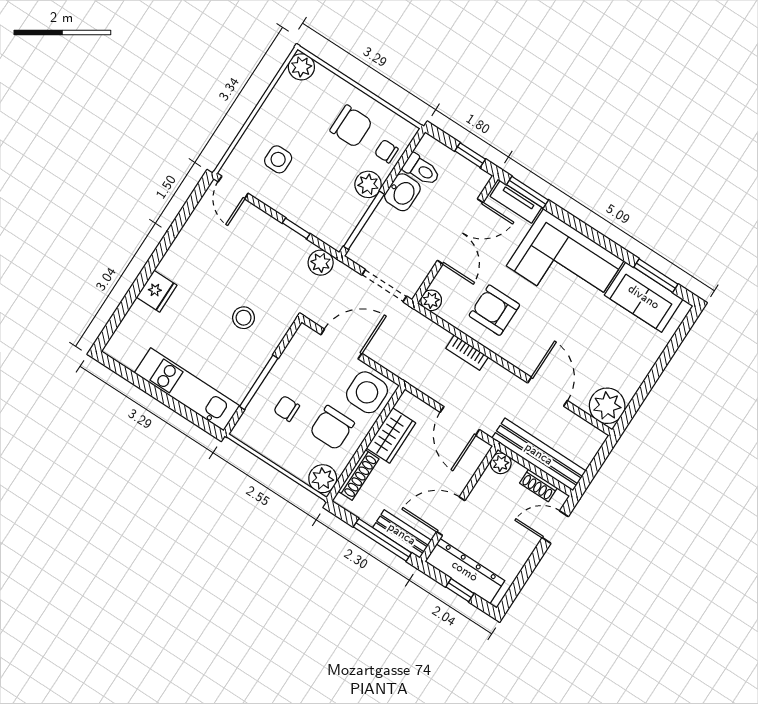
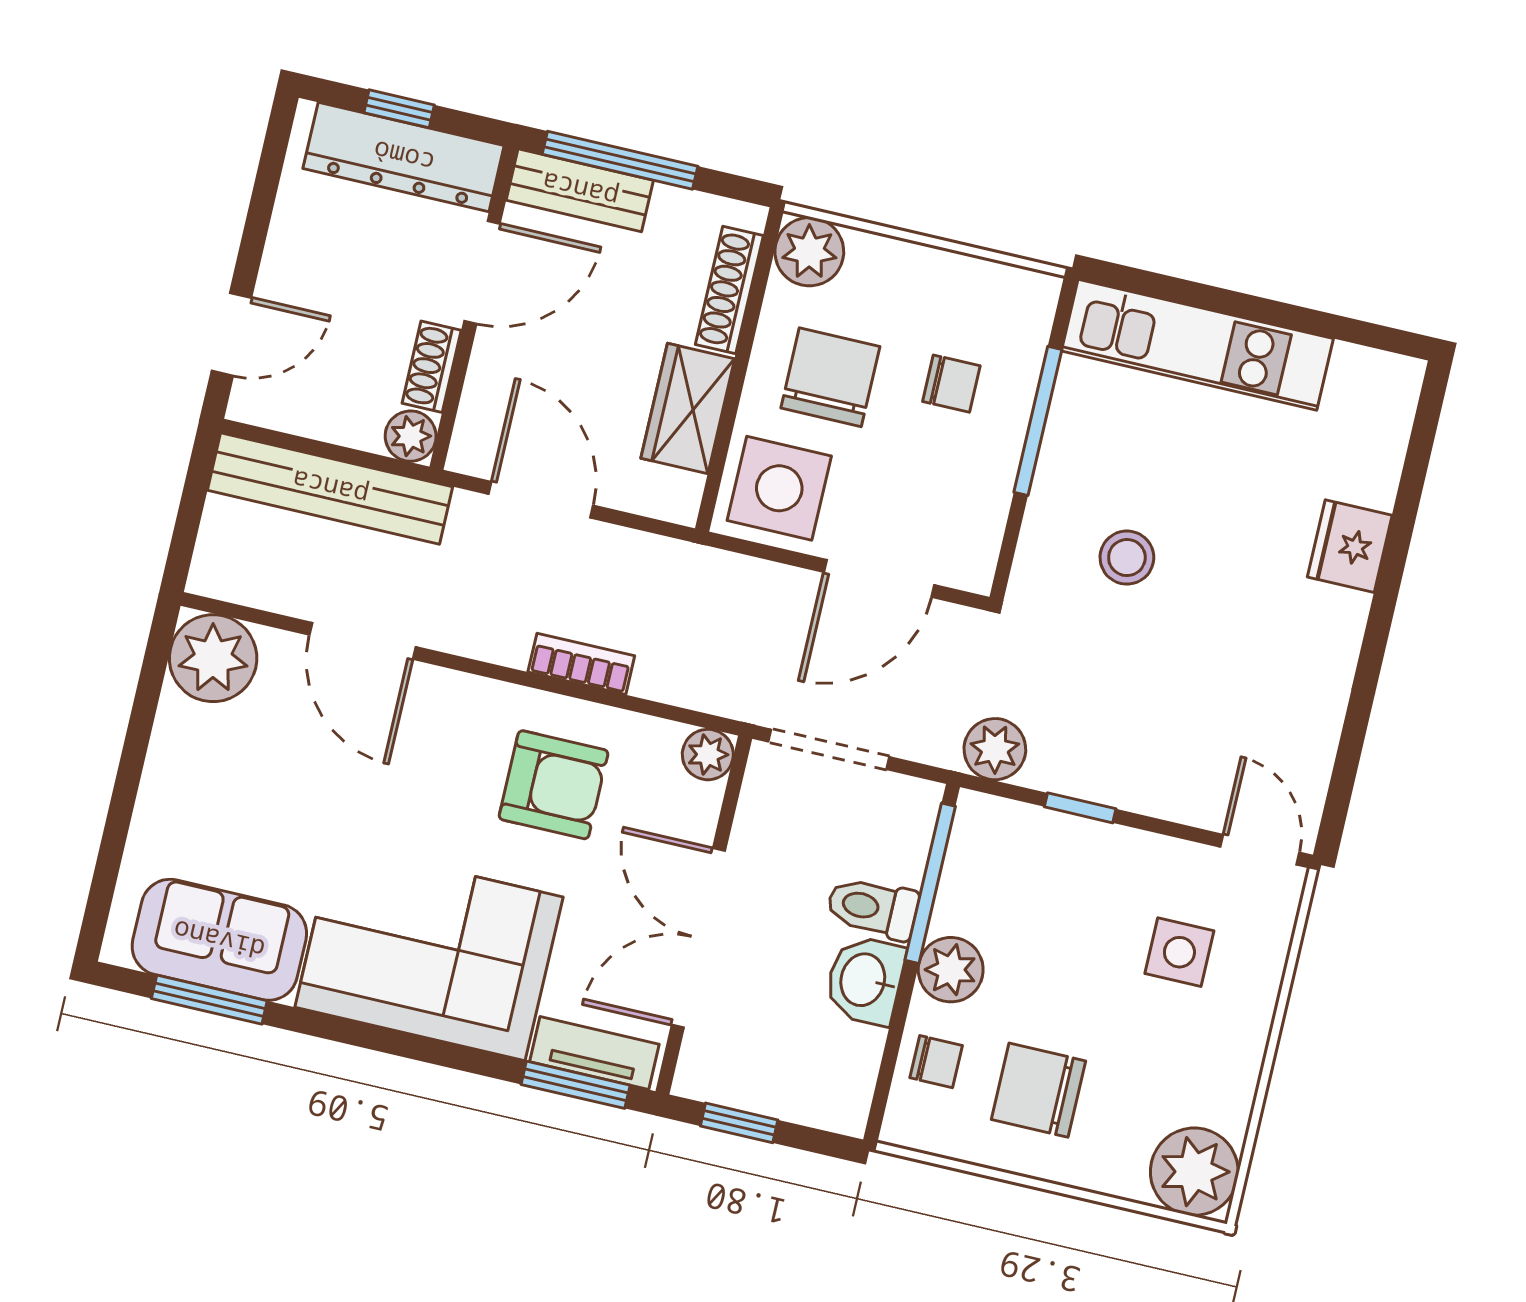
plant: (301, 67) -> (1194, 1172), width x1.36, depth x1.36
toilet: (421, 170) -> (873, 908), moved
shoe rack: (538, 485) -> (432, 367), moved, turned -90

